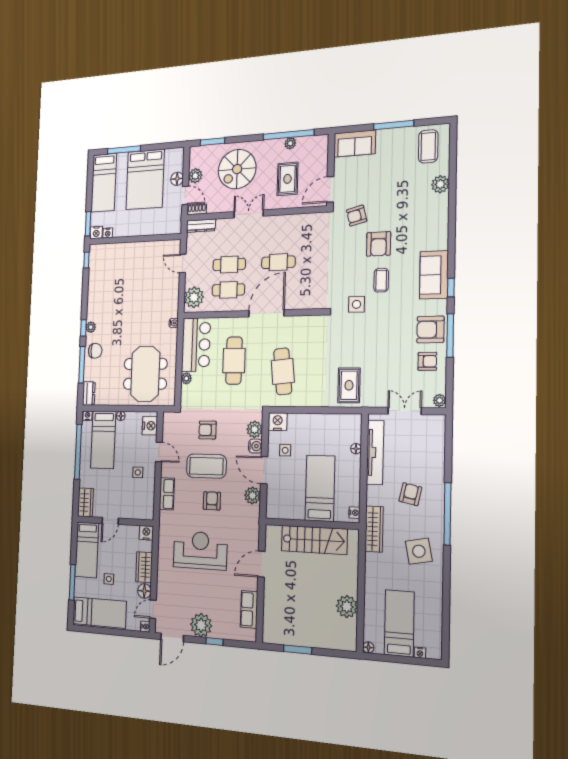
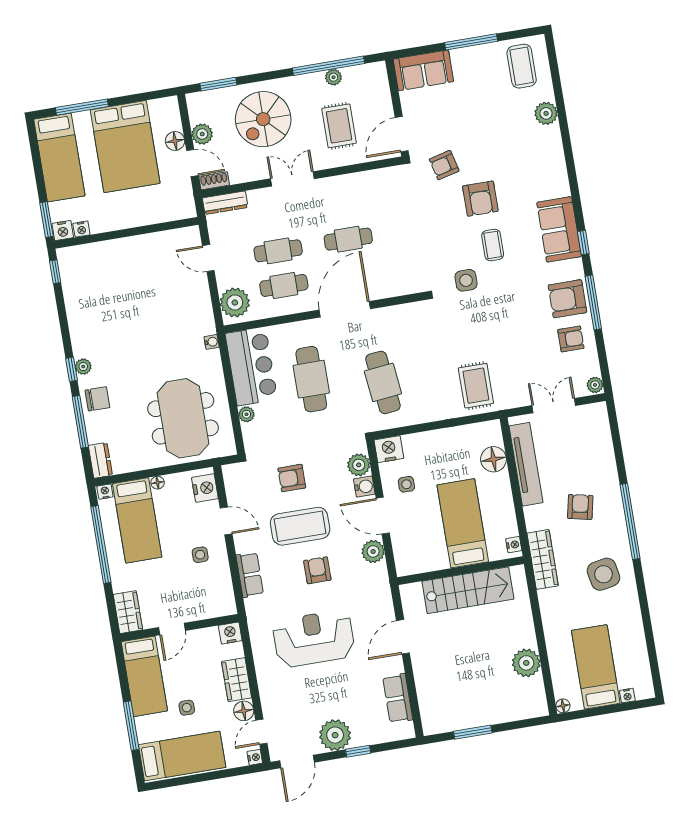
floor lamp: (356, 449) -> (494, 459), width x1.89, depth x1.89

